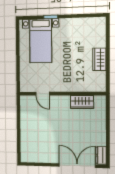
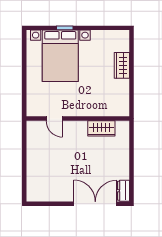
bed with nightstands: (41, 41) -> (60, 56), width x1.36
wardrobe: (99, 59) -> (122, 65), moved

